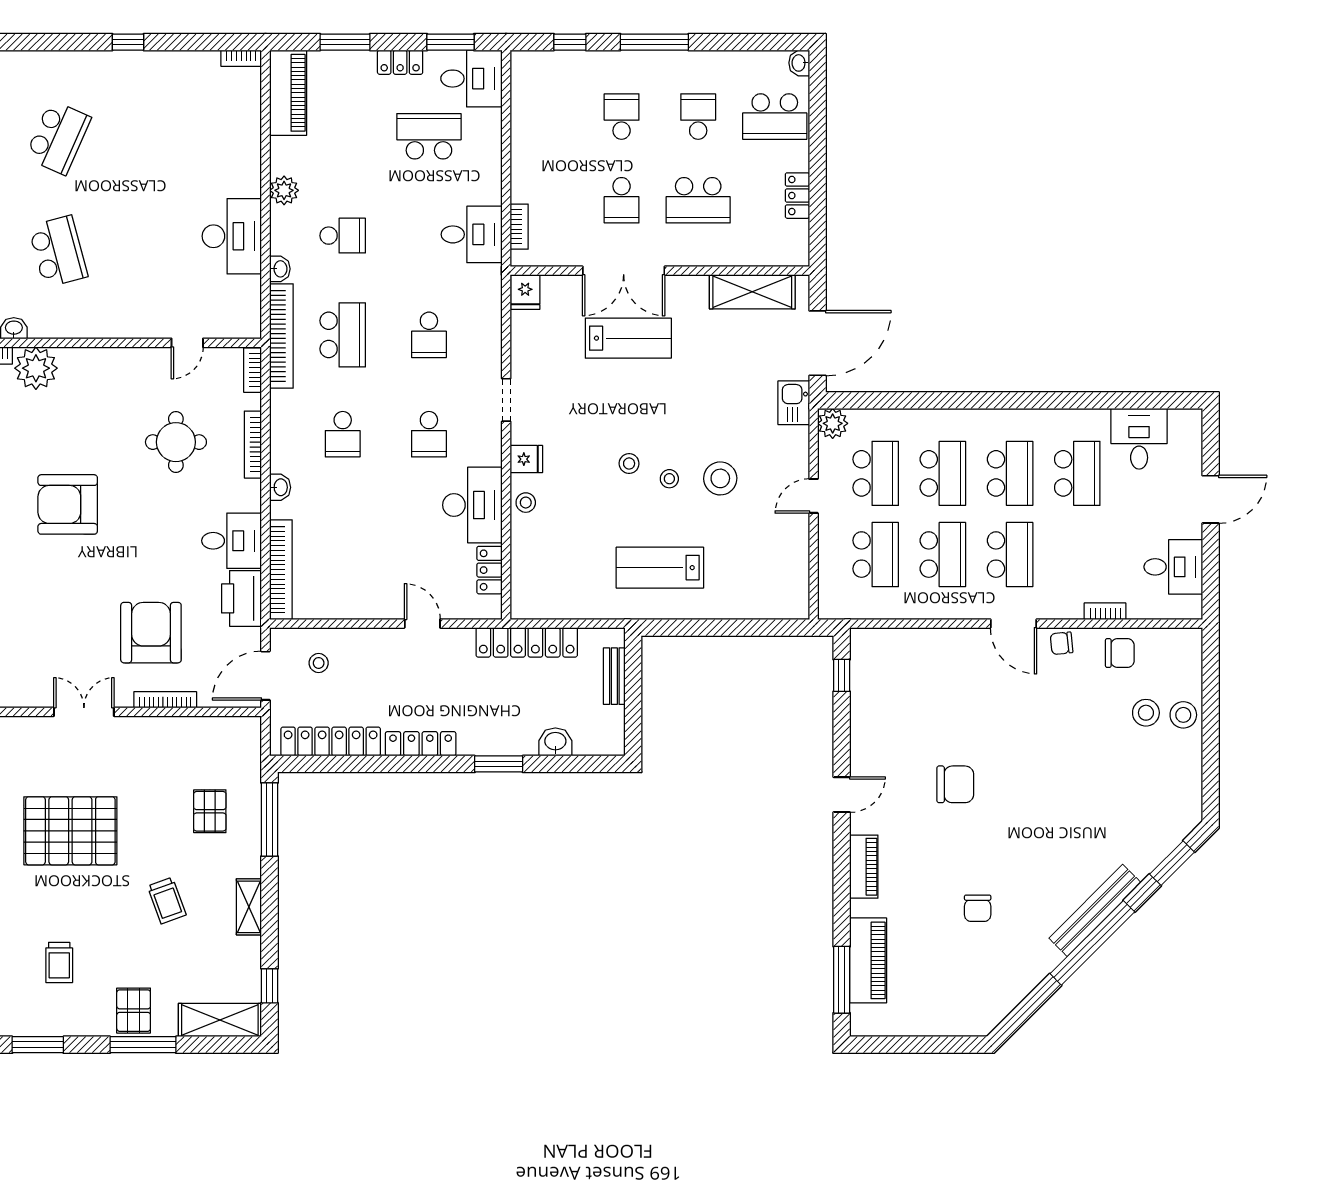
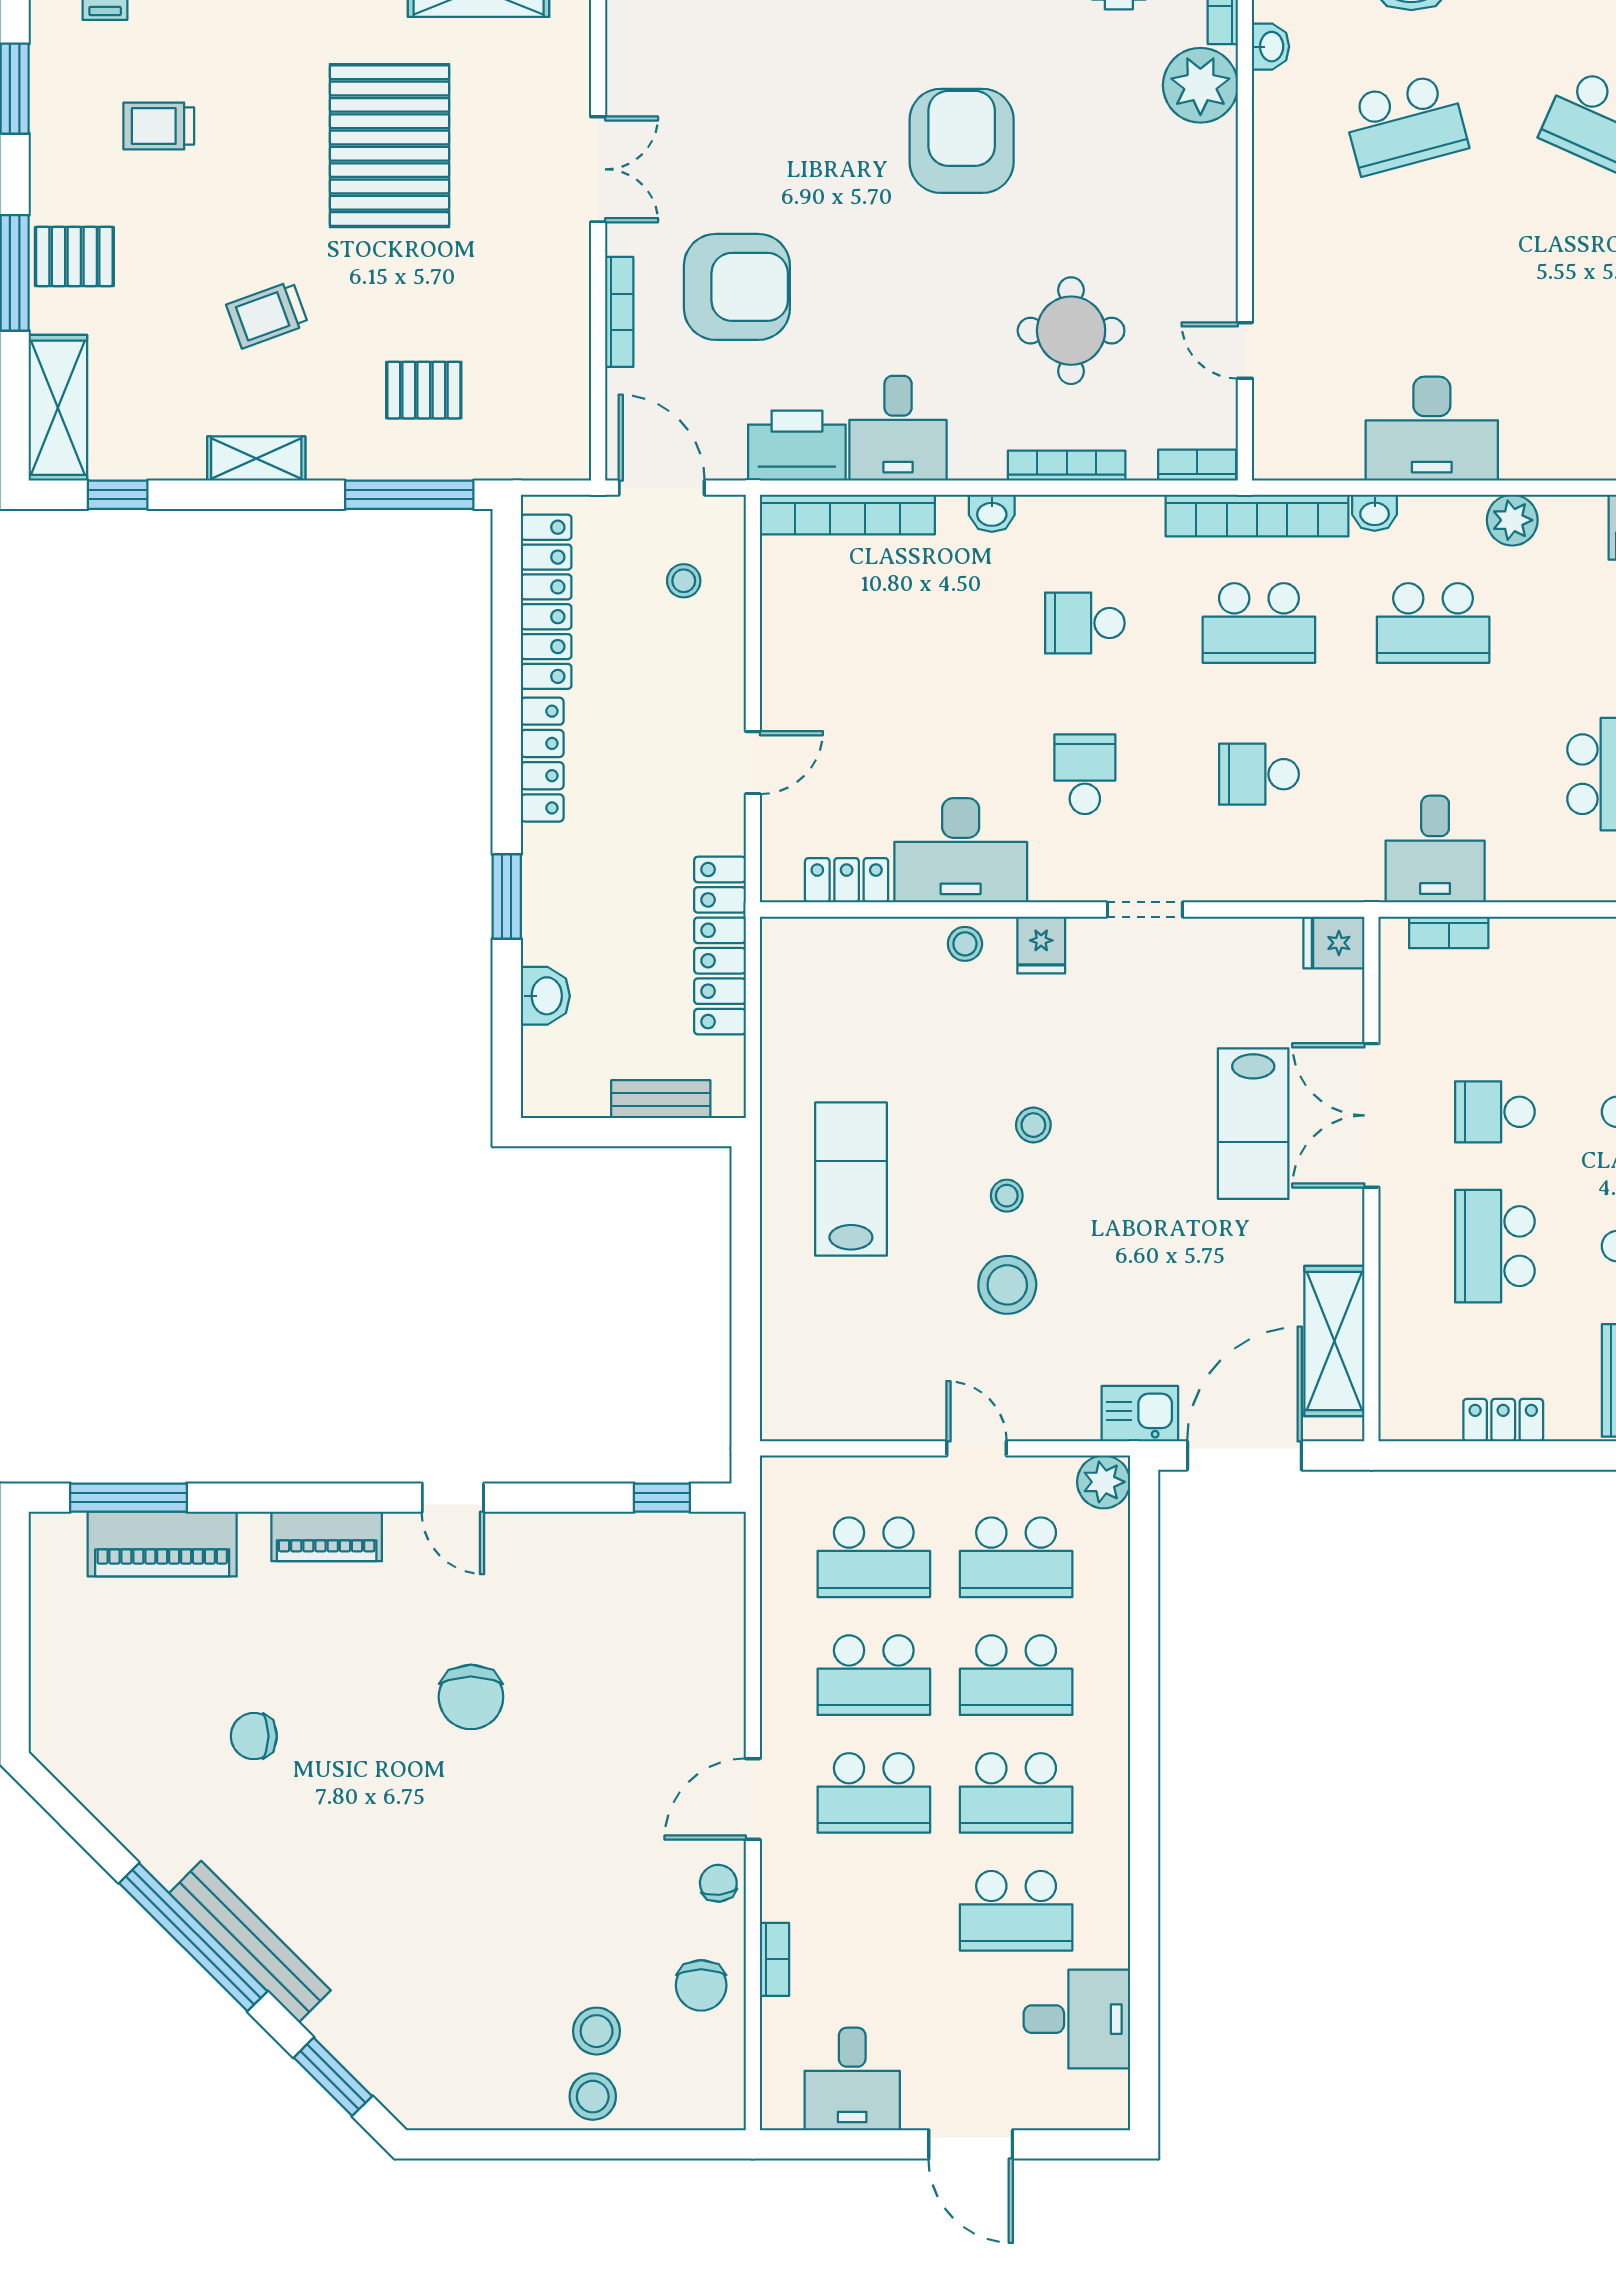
school desk: (343, 236) -> (1433, 623), width x1.85
door: (818, 343) -> (1244, 1455), swing flipped
school desk: (429, 434) -> (1085, 774), turned 90

